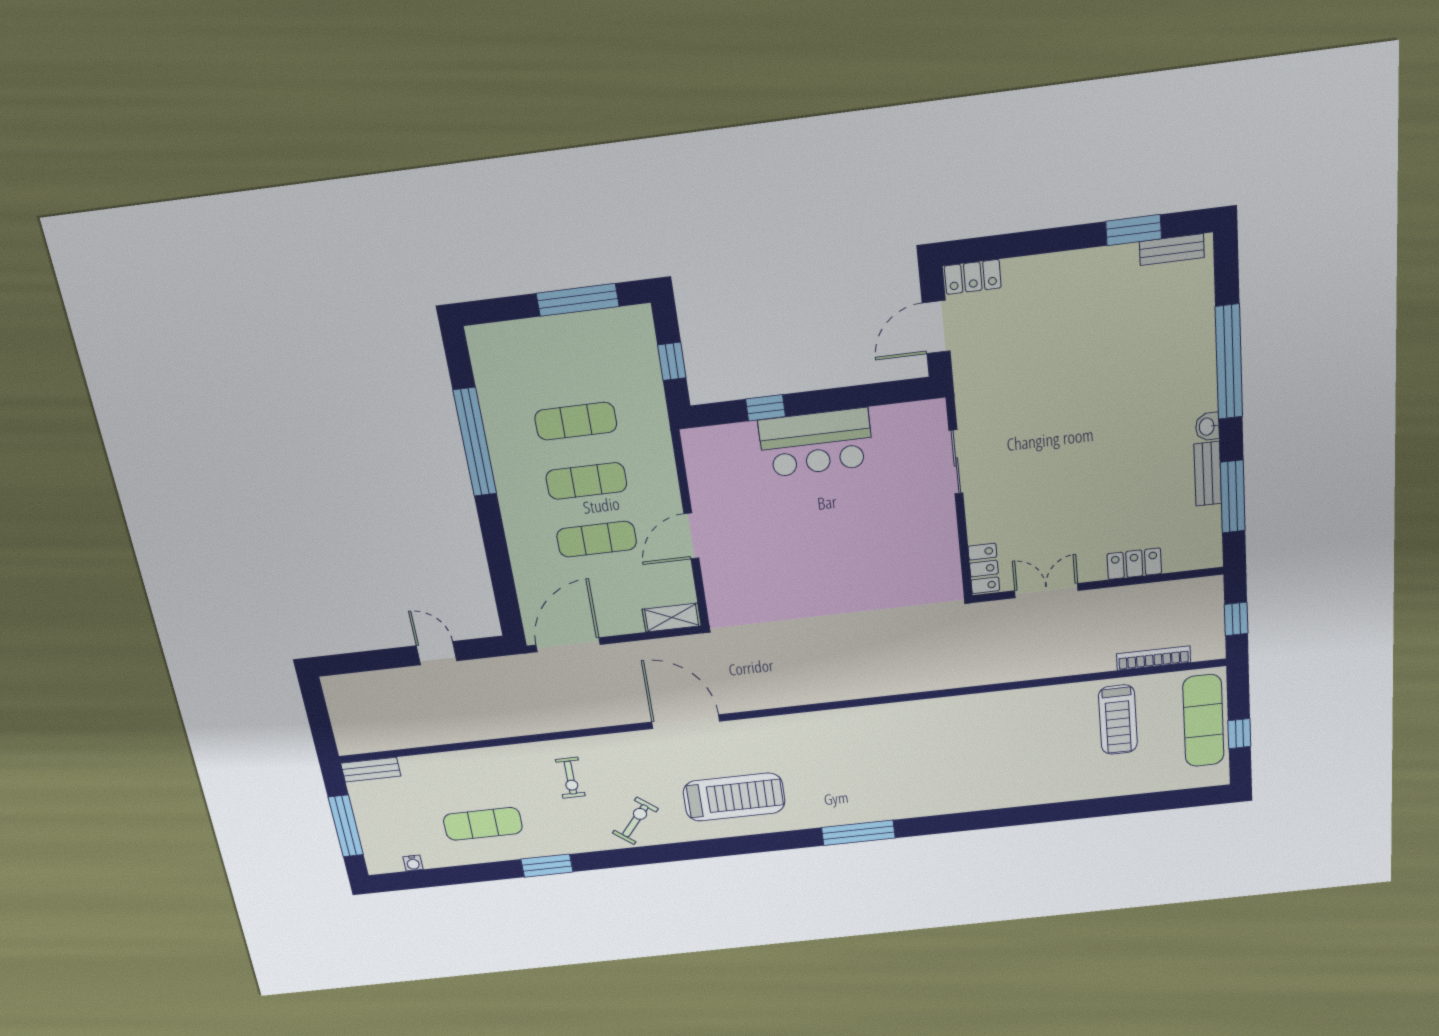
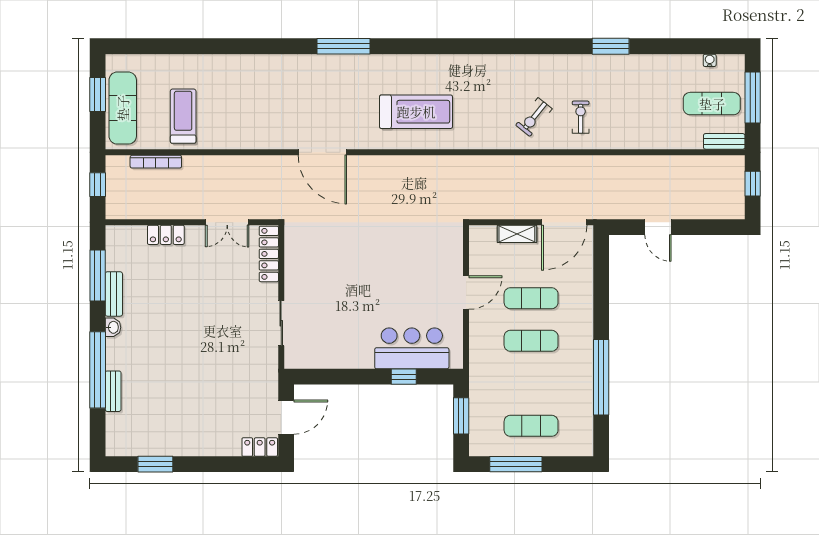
bench: (1172, 250) -> (113, 391), moved, turned 90
window: (672, 361) -> (461, 416), width x1.50
exercise mat: (576, 421) -> (531, 426), moved
bar counter: (816, 443) -> (412, 348), moved
locker: (984, 569) -> (269, 254), width x1.53
shelving: (672, 618) -> (517, 234), moved
window: (320, 722) -> (753, 184), added
door: (686, 722) -> (322, 152), moved
window: (1239, 734) -> (98, 95), width x1.50
treadmill: (734, 797) -> (416, 112), moved, turned 180
exercise bike: (635, 821) -> (534, 117), moved
exercise mat: (483, 824) -> (712, 104), moved
window: (858, 833) -> (344, 46), moved

